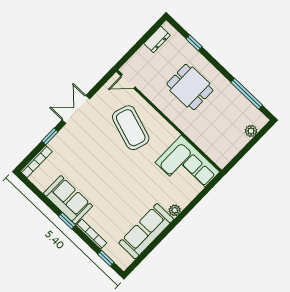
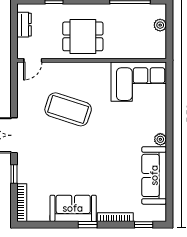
door: (128, 81) -> (33, 60), moved
wall: (169, 121) -> (92, 60), moved
corner sofa: (187, 167) -> (139, 82), moved

